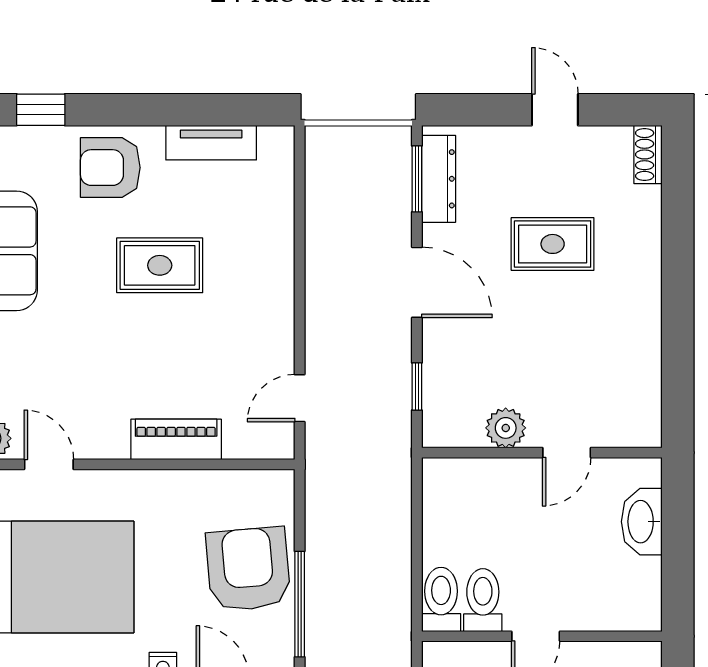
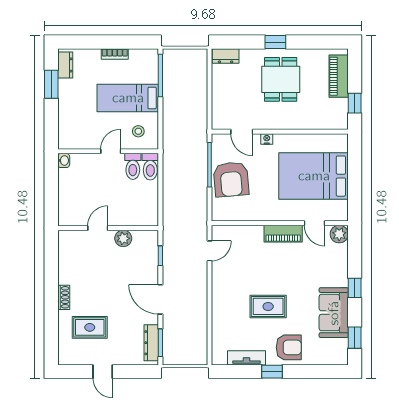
window: (41, 110) -> (272, 372), moved
shoe rack: (648, 154) -> (64, 297), moved
rug: (553, 244) -> (90, 327), moved
piano: (176, 439) -> (283, 234), moved
washbasin: (642, 522) -> (64, 160), moved, width x0.52, depth x0.69

